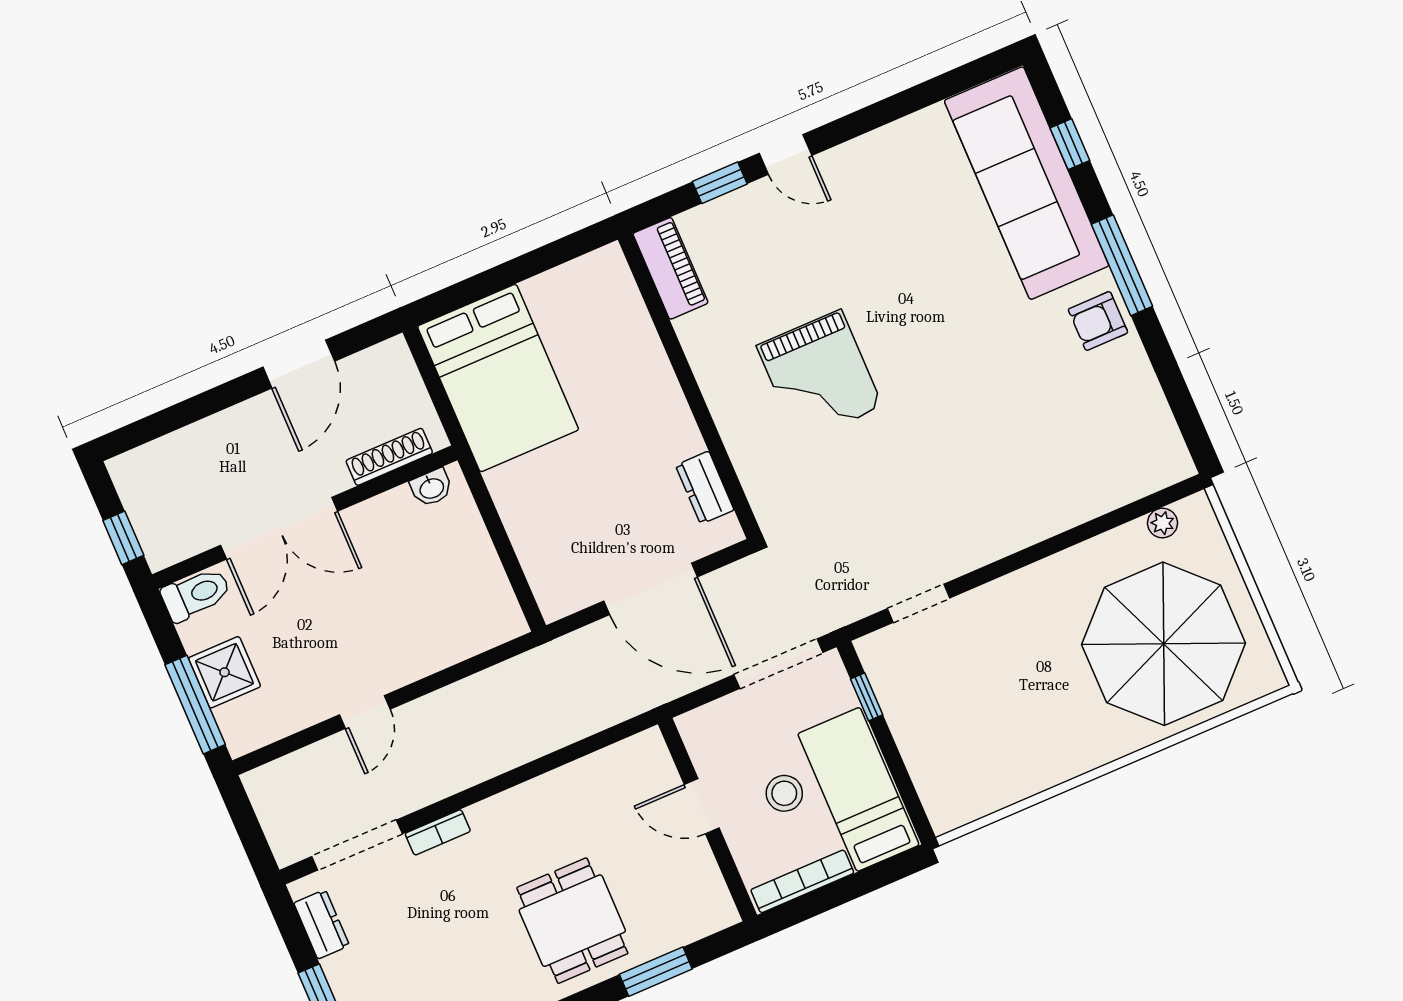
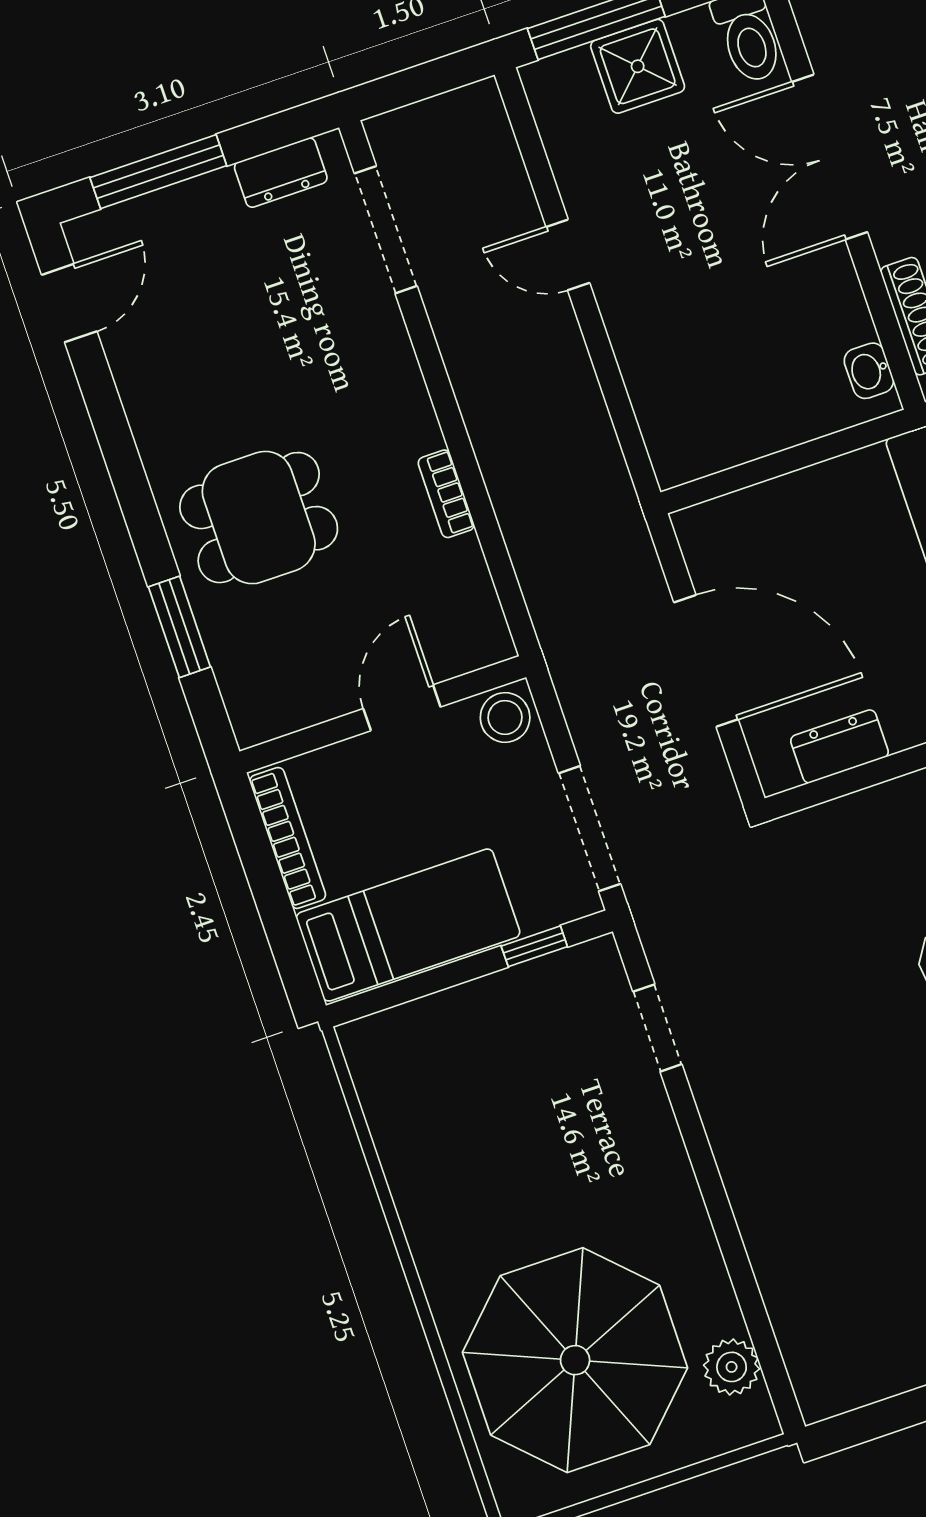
plant: (1163, 523) -> (732, 1367), width x1.38, depth x1.38
door: (650, 589) -> (706, 661), swing flipped
stool: (784, 793) -> (505, 717), moved
bookcase: (438, 832) -> (446, 494), moved

